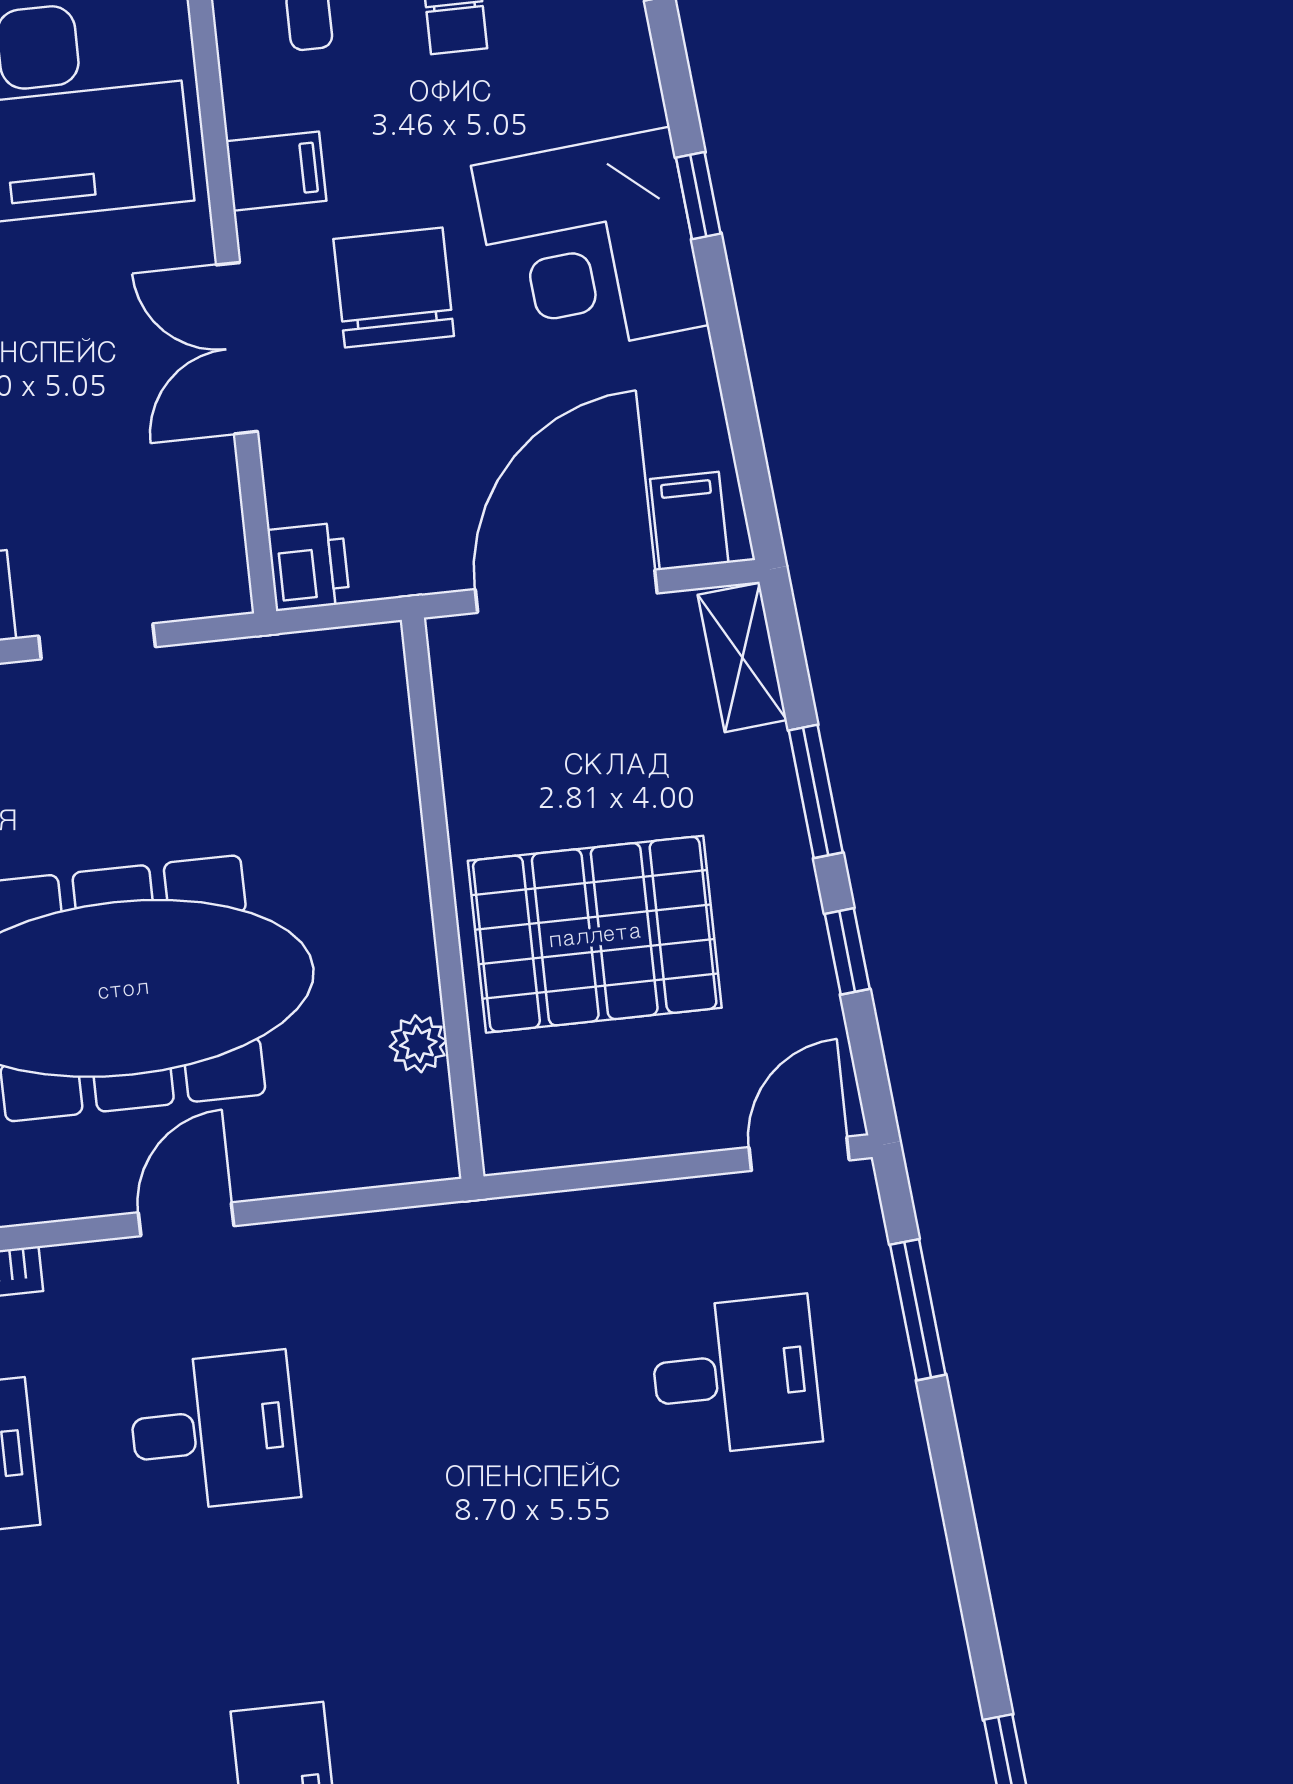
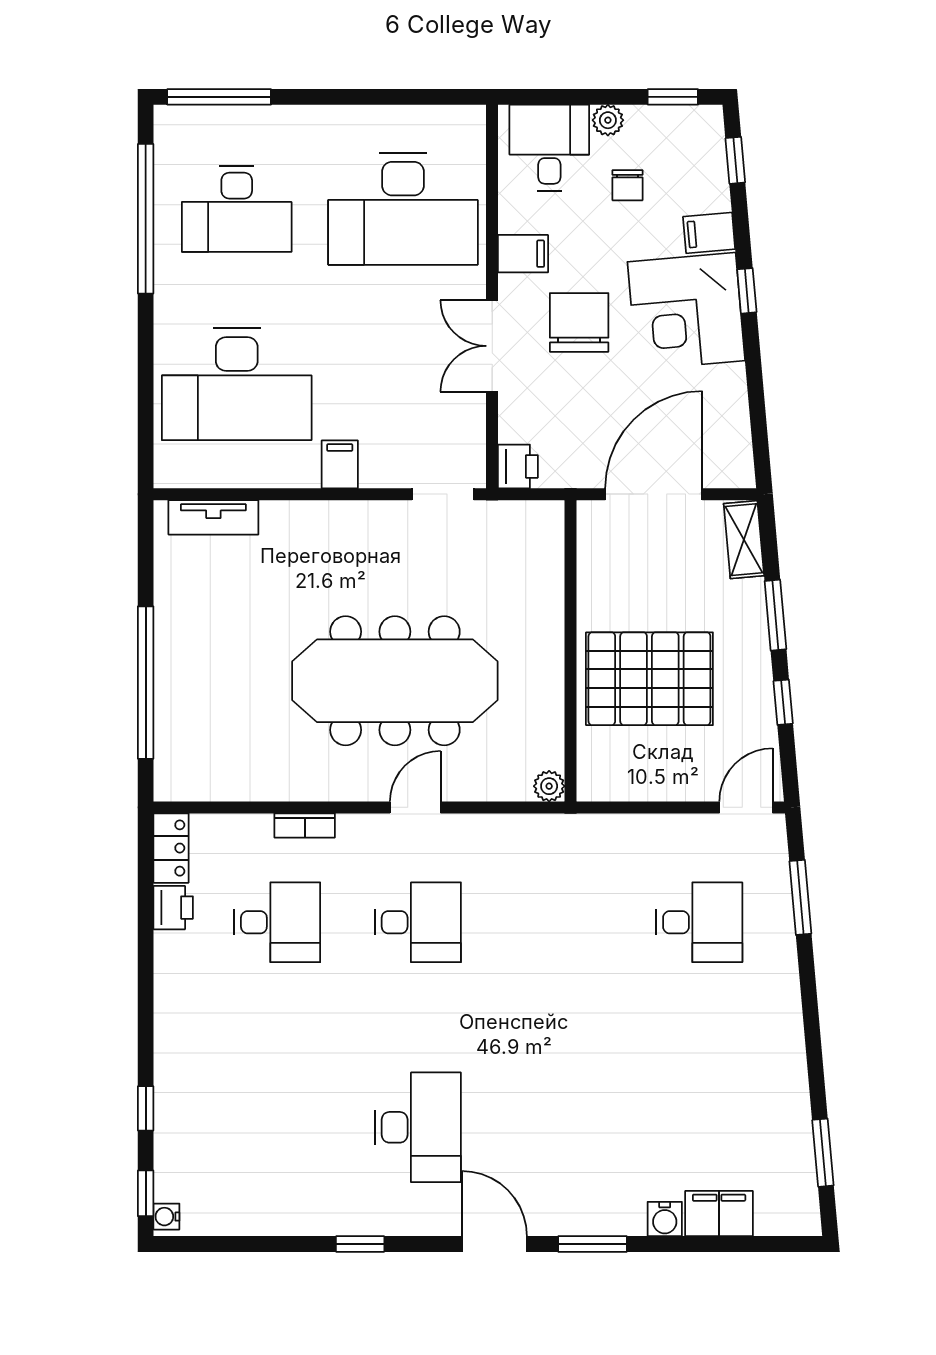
filing cabinet: (689, 521) -> (709, 233), moved, turned -95
doorway: (97, 641) -> (443, 494), moved
plant: (418, 1044) -> (549, 786), moved

